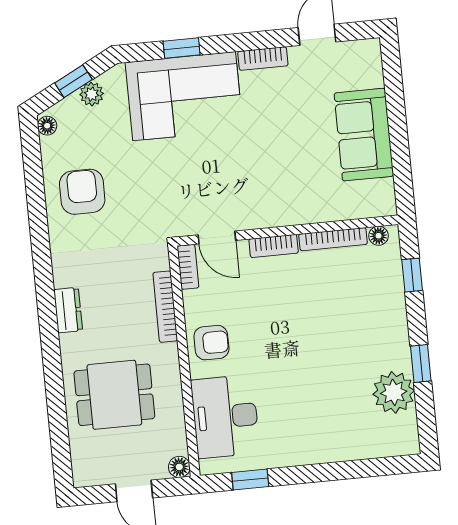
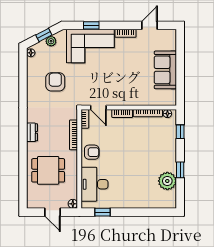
armchair: (82, 192) -> (55, 82), moved

